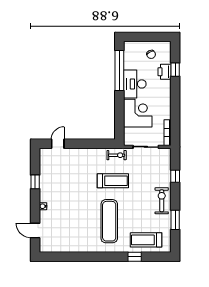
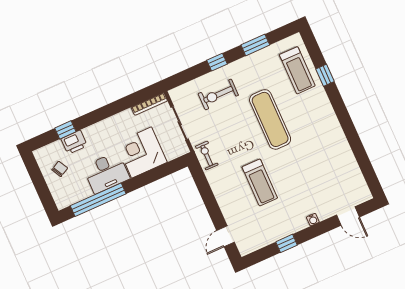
door: (58, 144) -> (226, 236), hinge flipped
window: (175, 176) -> (217, 62), moved
treadmill: (113, 181) -> (260, 182), moved, turned 180
exercise bike: (162, 201) -> (218, 94), moved
exercise mat: (109, 221) -> (270, 119), moved, turned 90
door: (35, 230) -> (348, 216), hinge flipped

